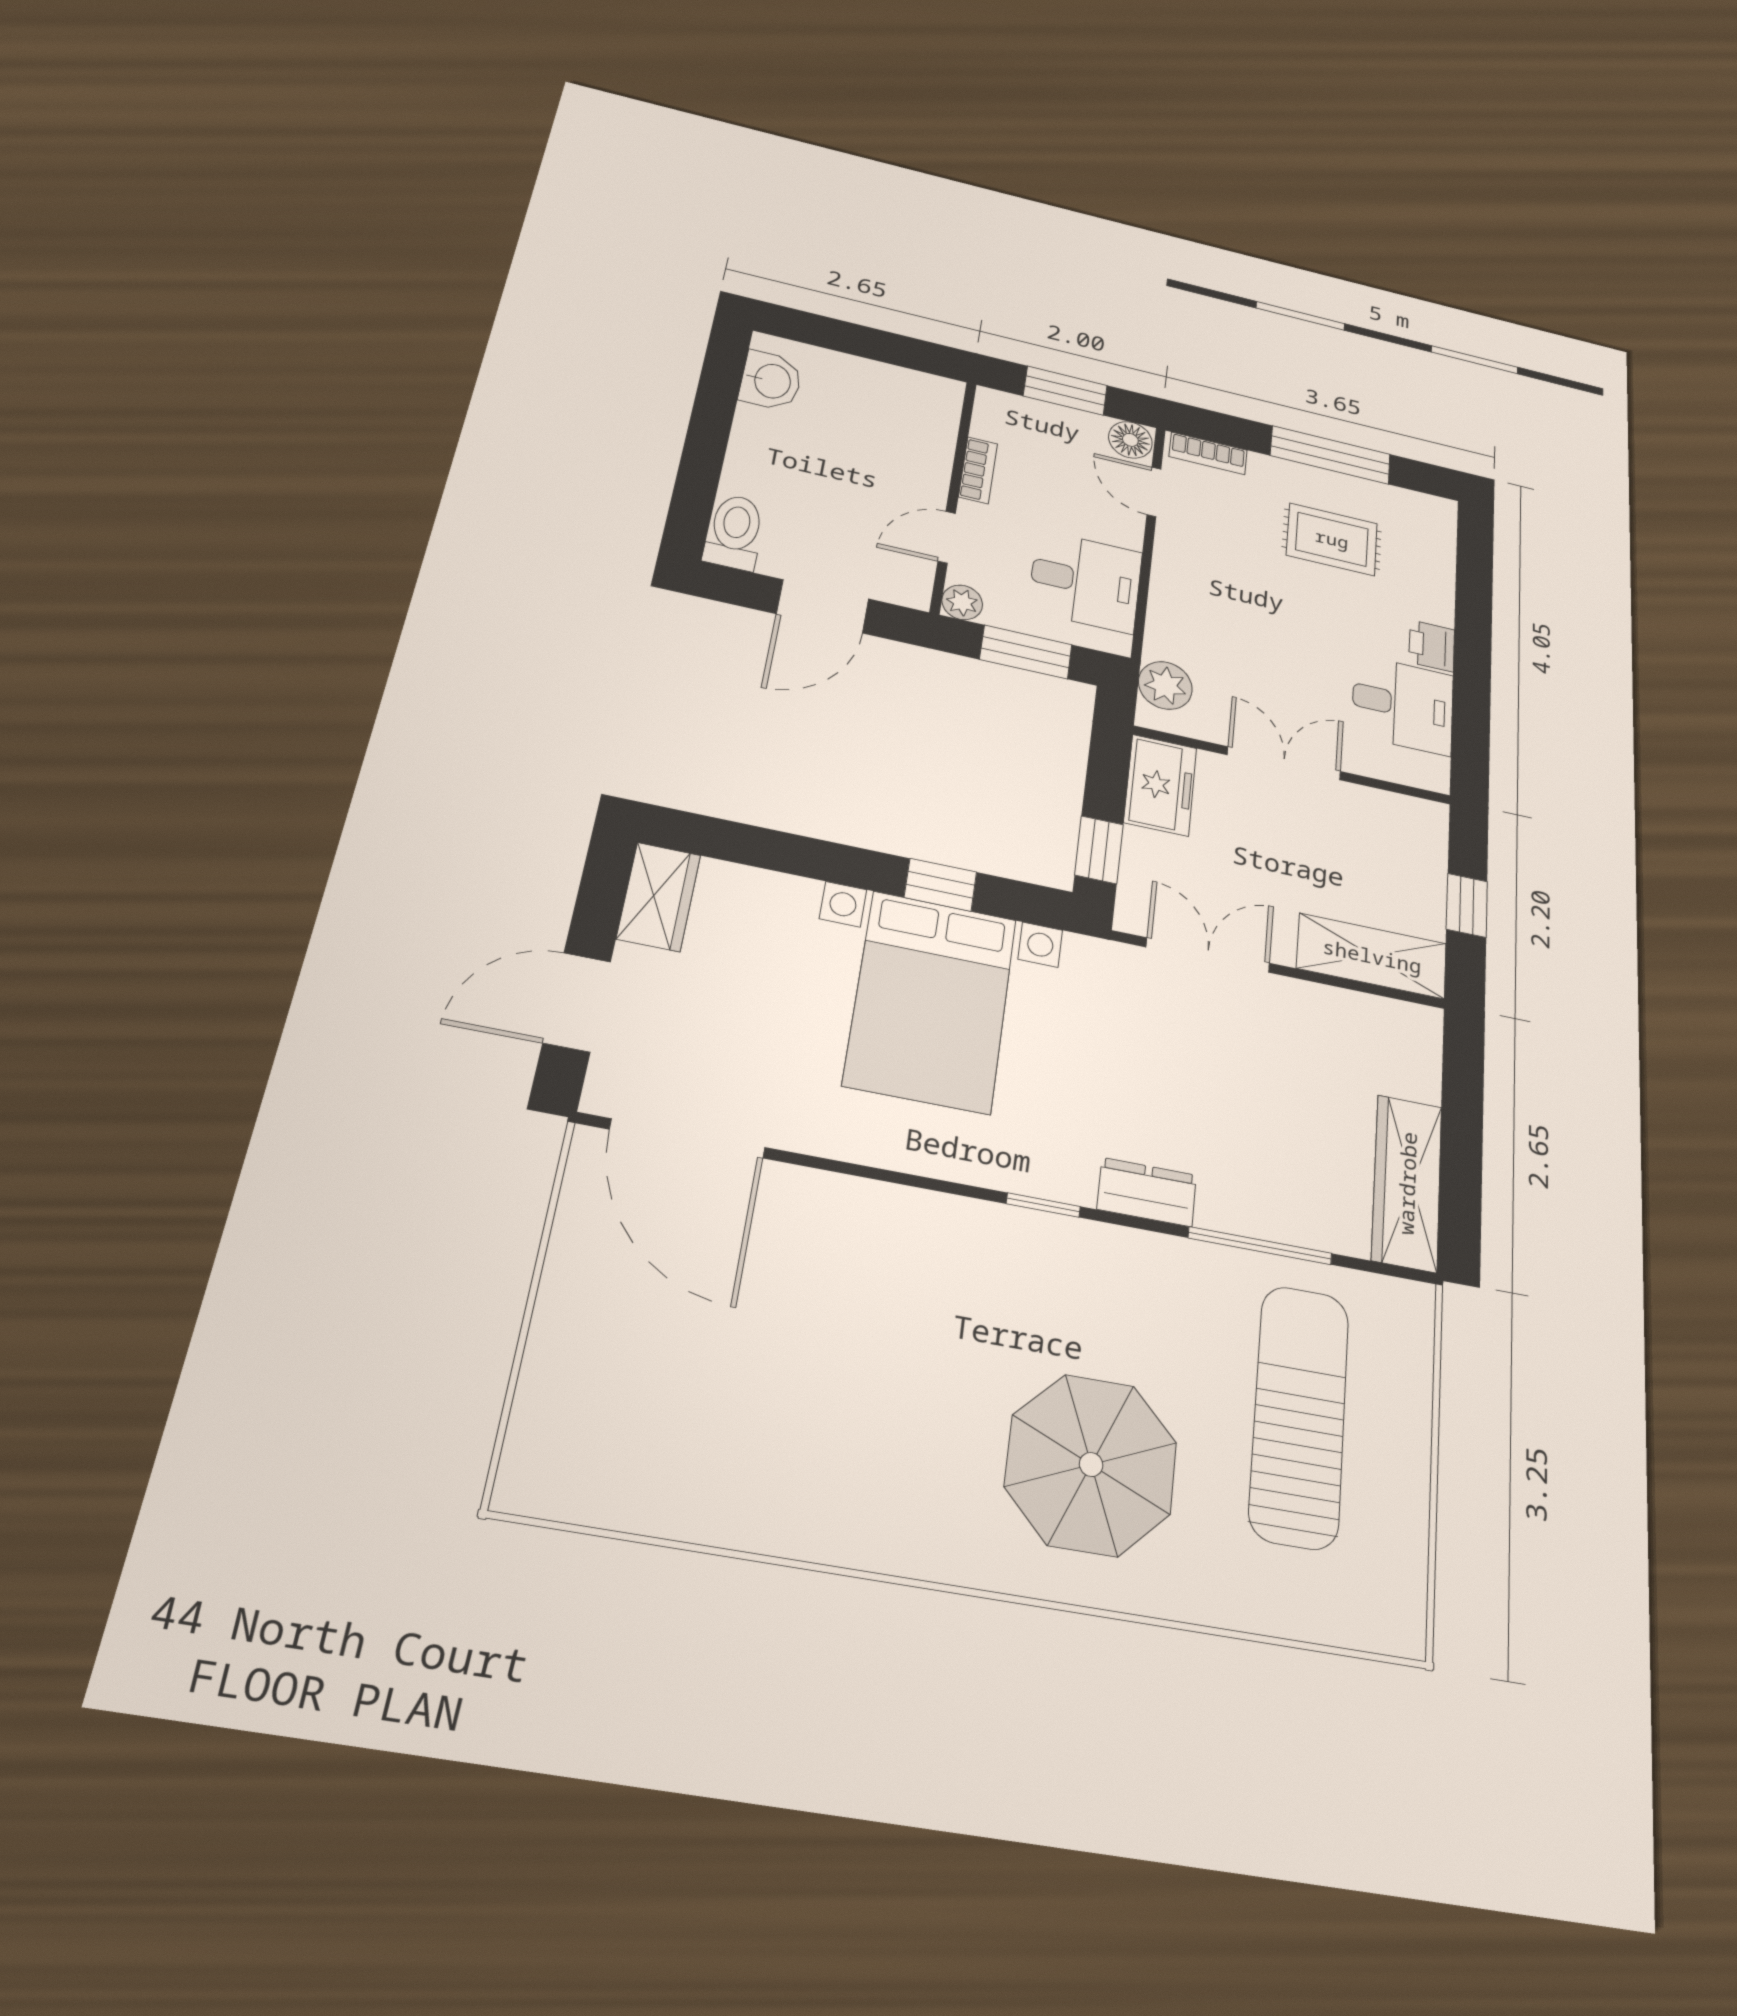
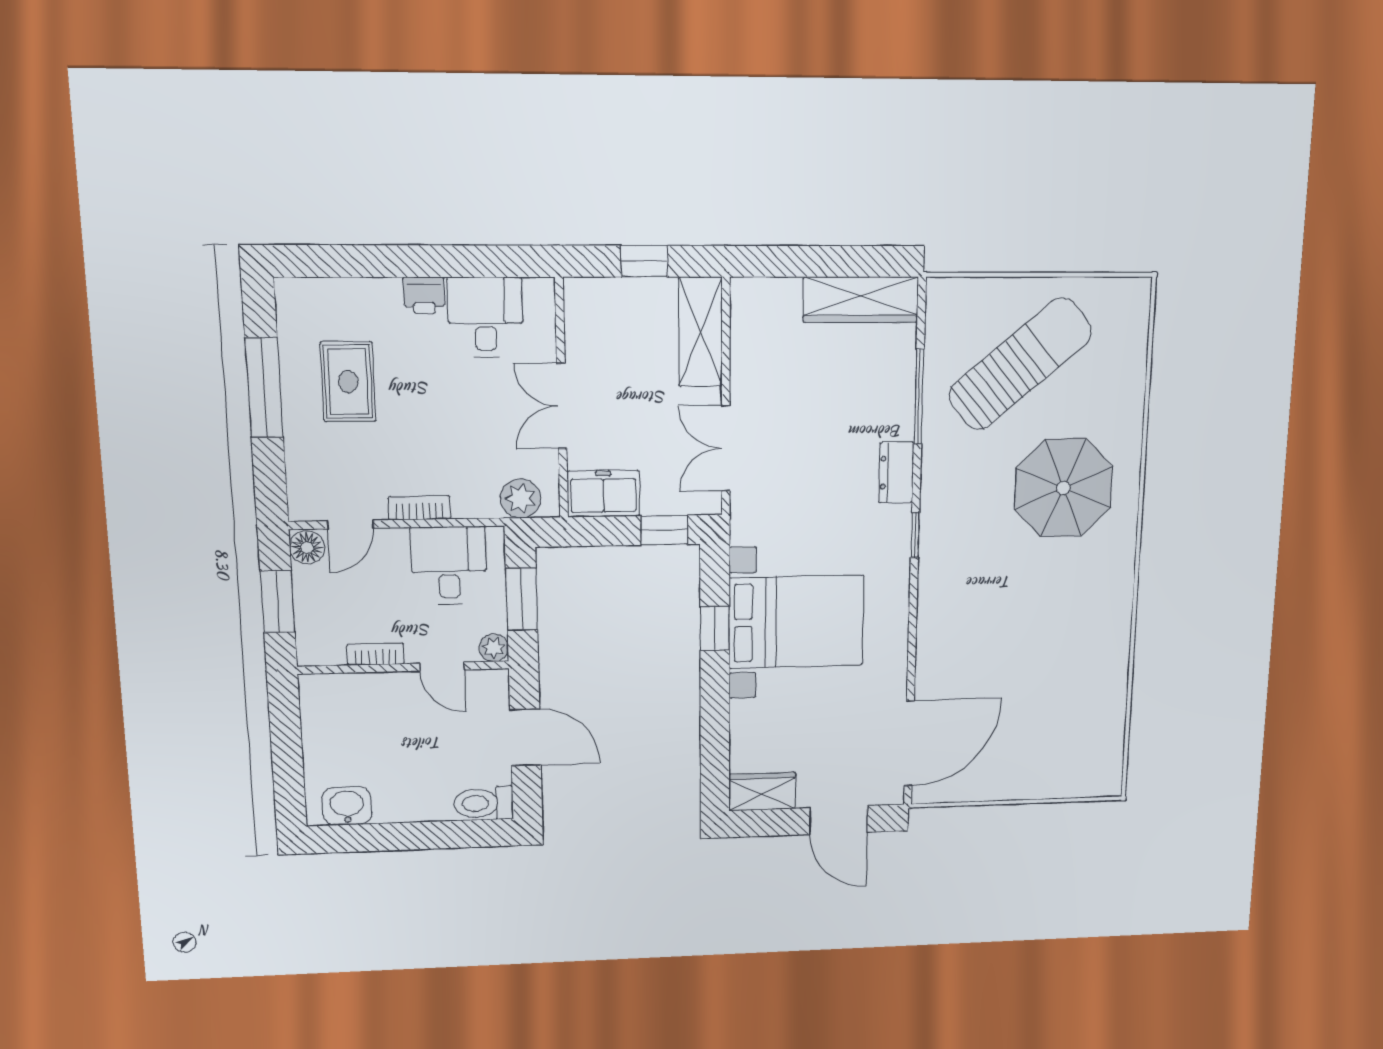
bookcase: (1208, 453) -> (419, 508), moved, turned -90
sun lounger: (1299, 1415) -> (1020, 364), turned 140

